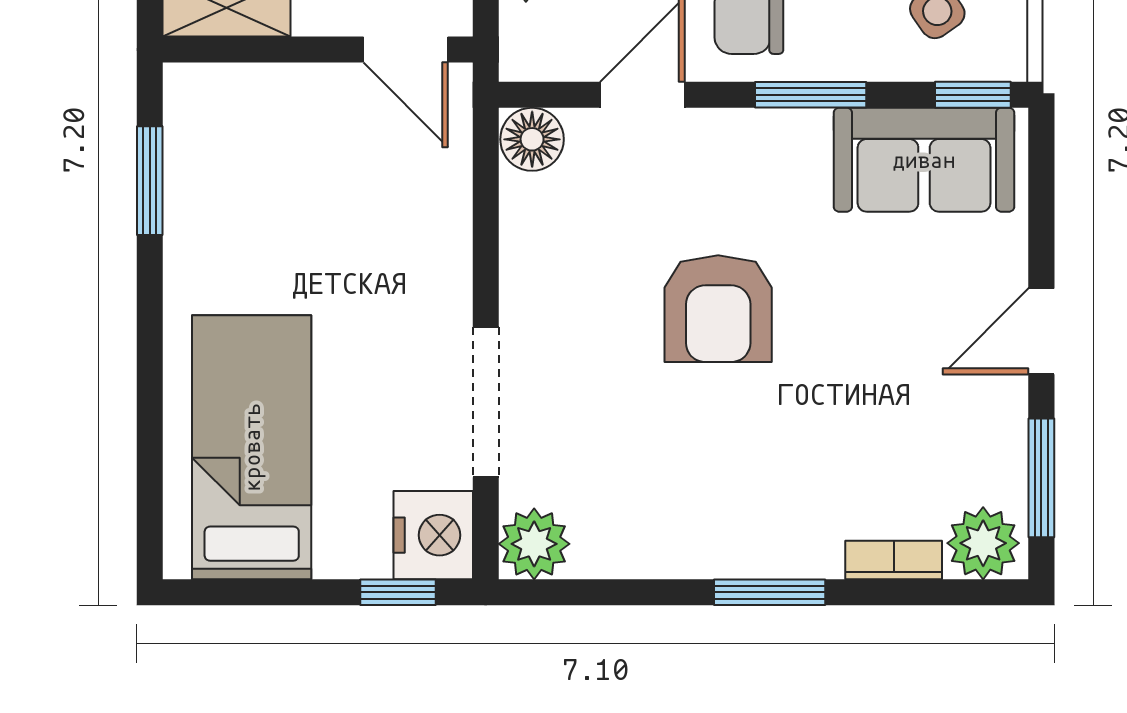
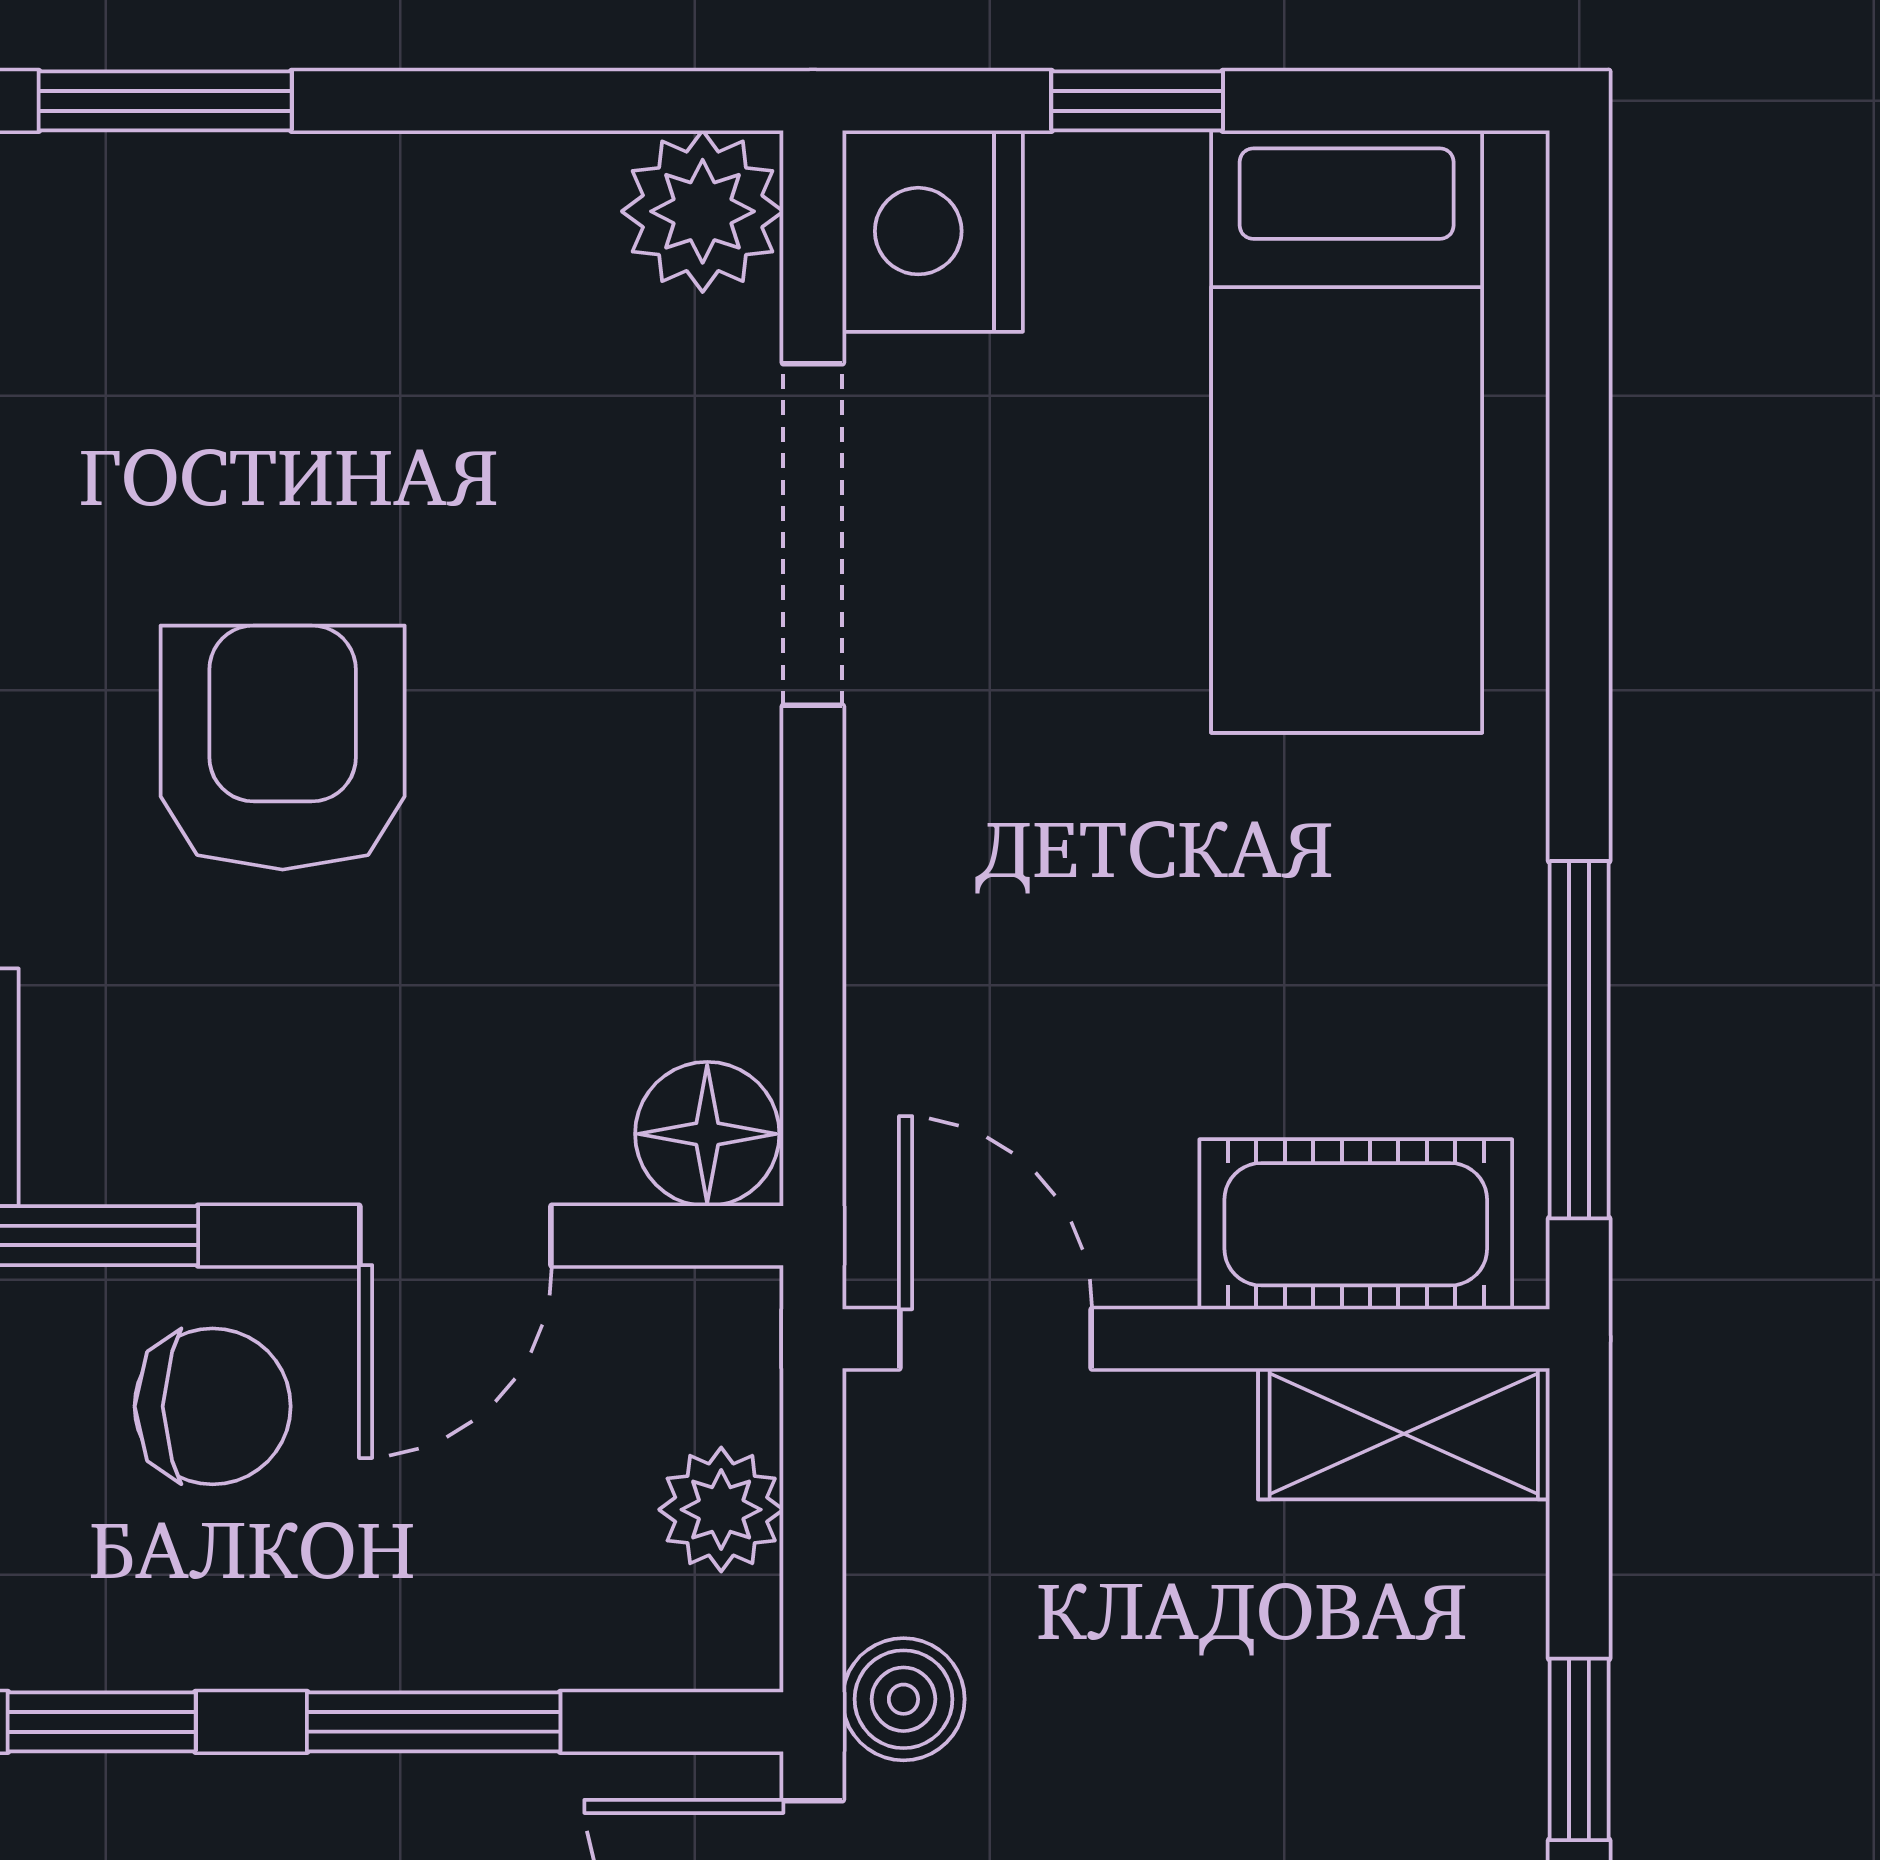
cot: (248, 100) -> (1356, 1224), added
window: (150, 181) -> (1579, 1040), width x1.44
window: (398, 592) -> (1137, 101), moved

